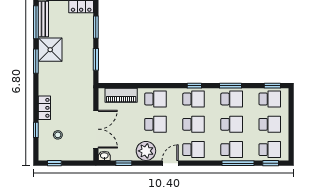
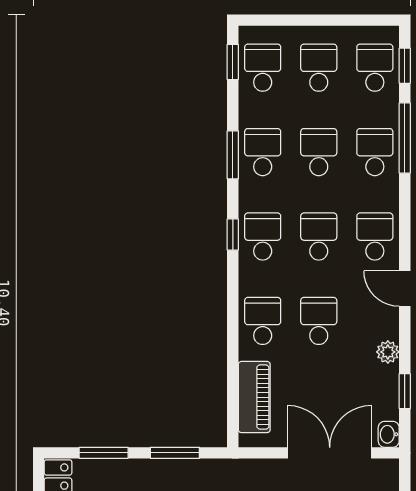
plant: (146, 151) -> (388, 352), width x0.53, depth x0.53

